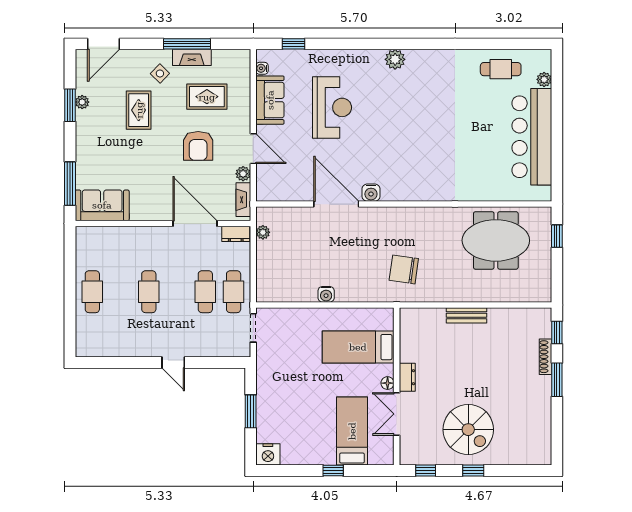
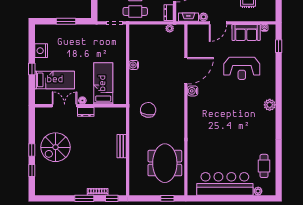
nightstand: (268, 454) -> (41, 51), moved
window: (426, 471) -> (32, 171), moved

